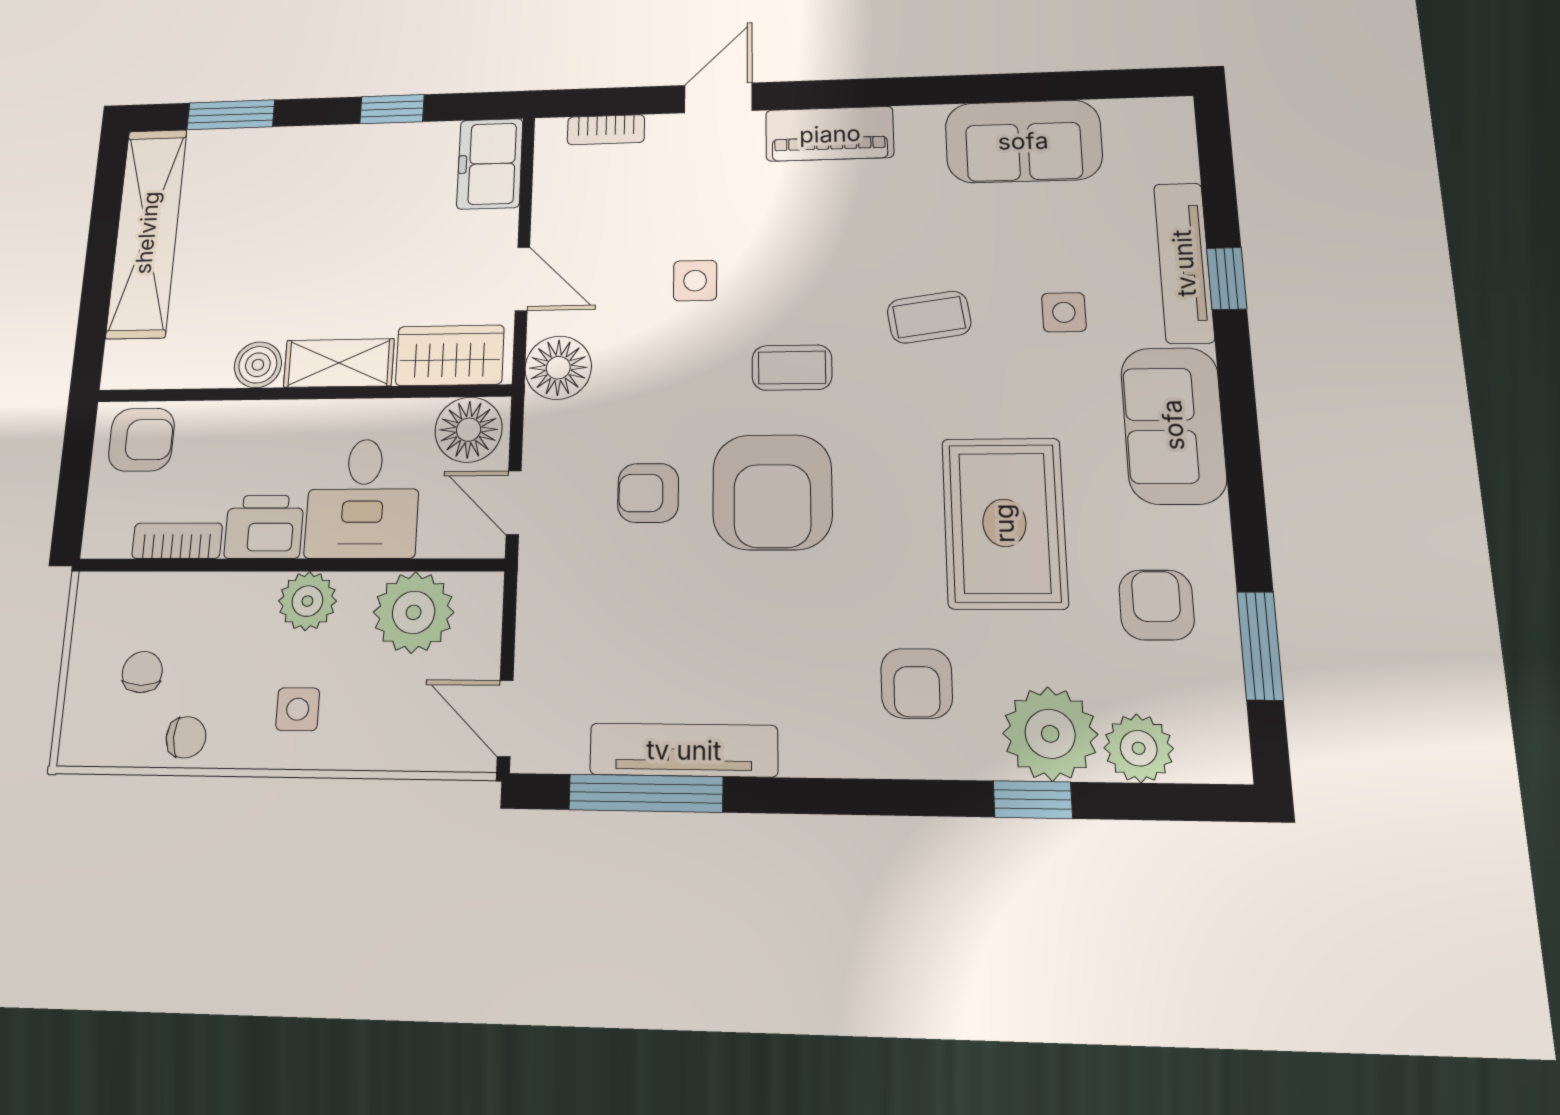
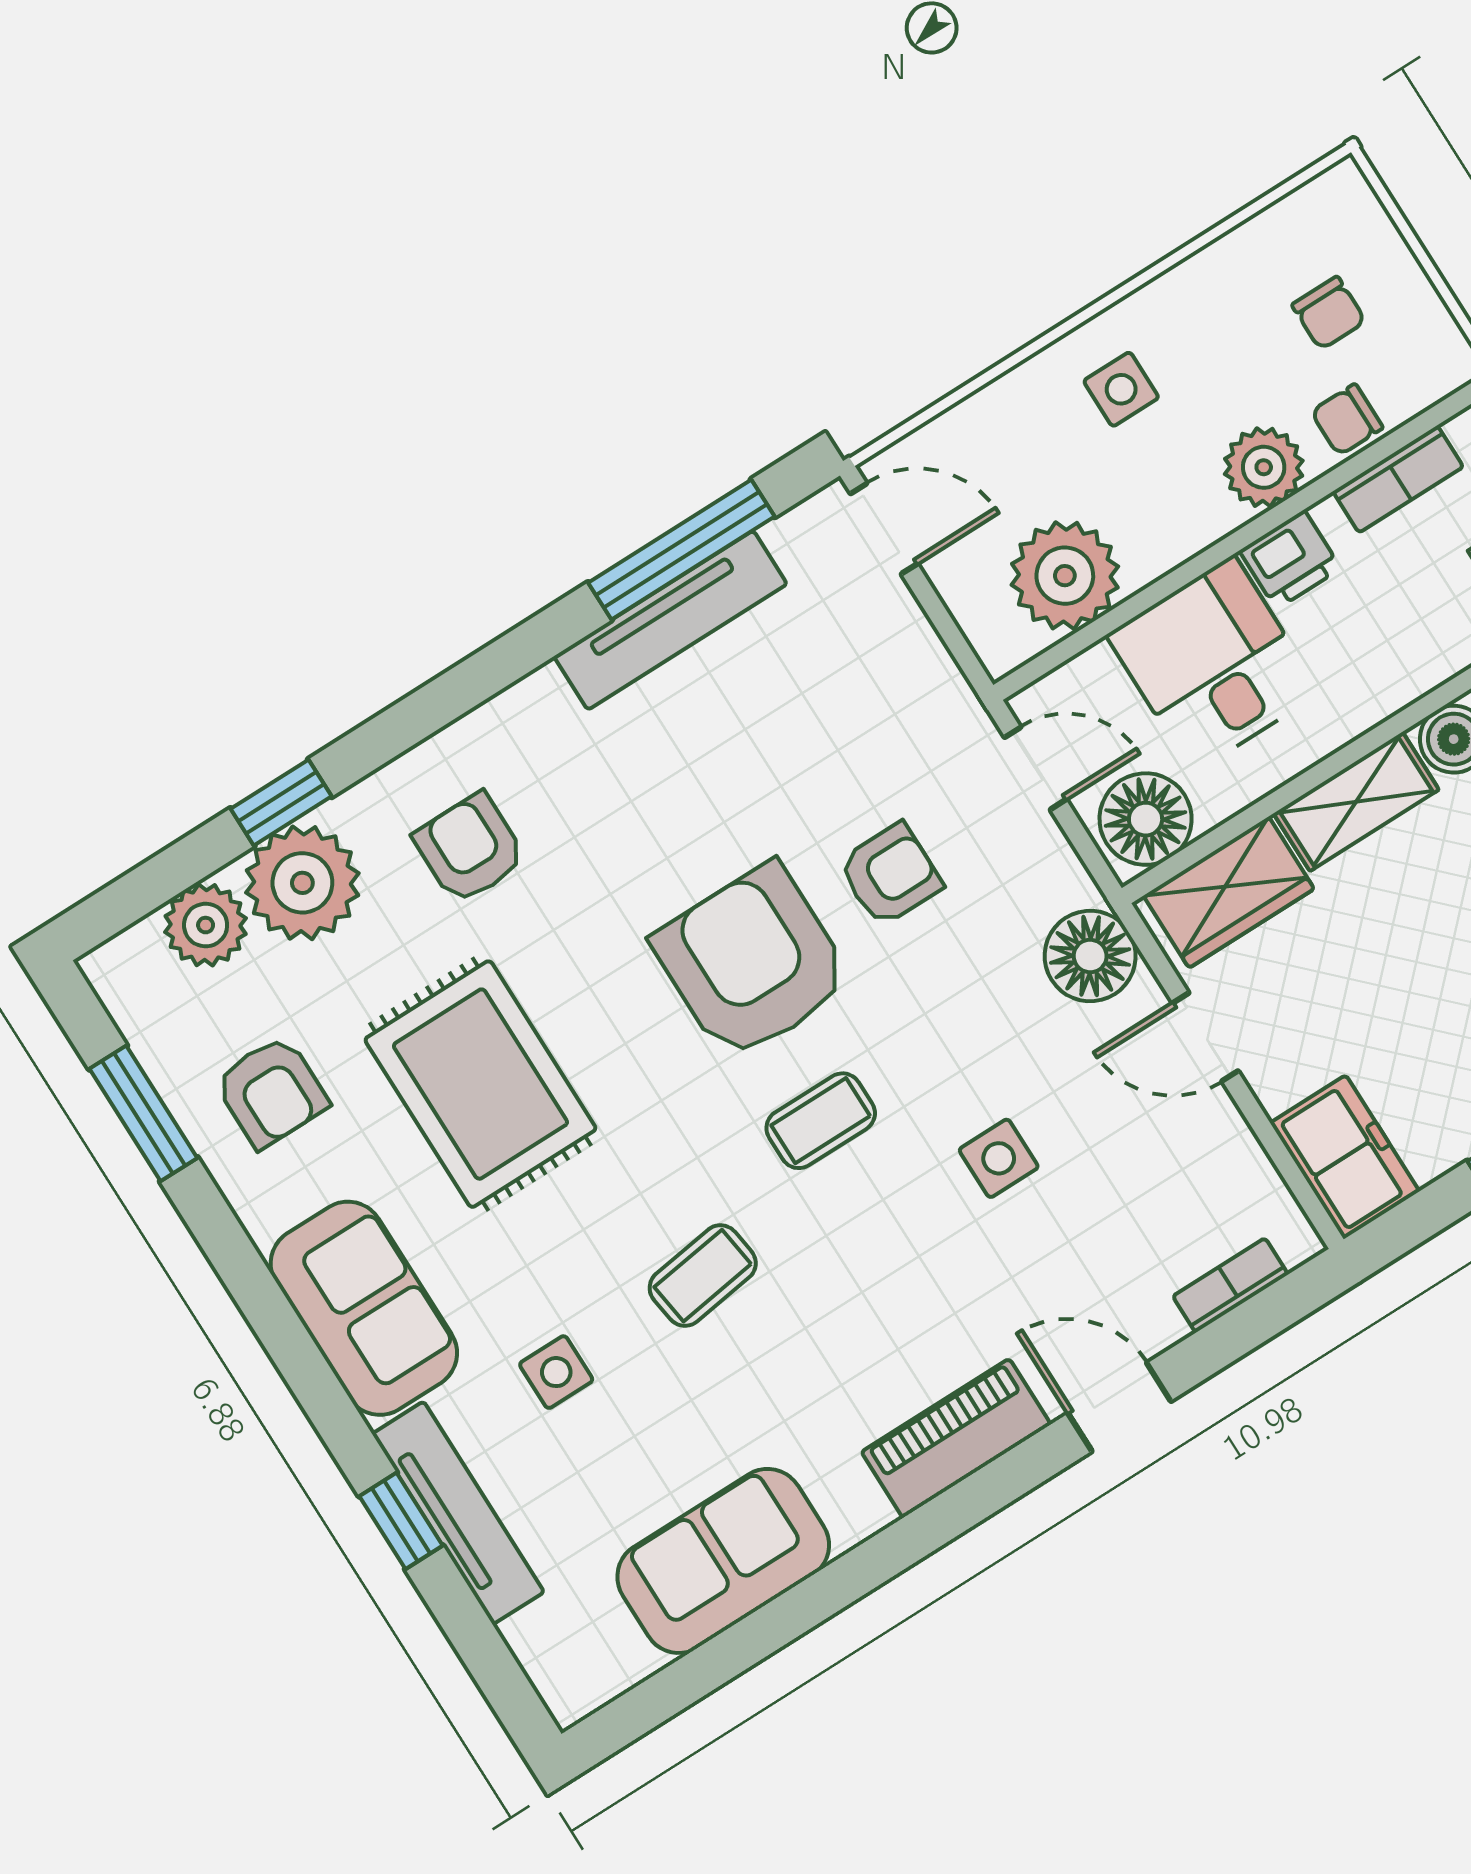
door: (718, 98) -> (1119, 1407), swing flipped
printer: (264, 527) -> (1290, 560), width x0.73, depth x0.81
plant: (307, 601) -> (1264, 467), moved
chair: (186, 737) -> (1347, 420), moved

